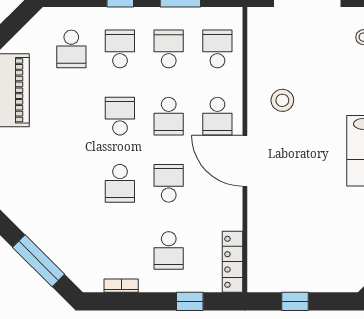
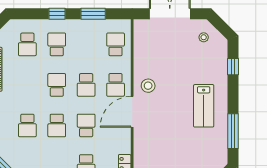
school desk: (169, 49) -> (27, 125), moved, turned 180
stool: (282, 100) -> (148, 86), moved
door: (245, 161) -> (132, 112), hinge flipped

